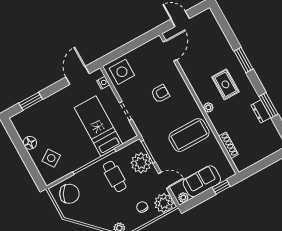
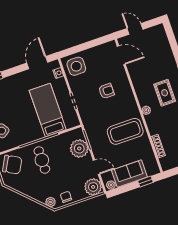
door: (170, 51) -> (121, 55), hinge flipped
cafe table: (115, 176) -> (42, 160), moved
chair: (142, 207) -> (66, 197), moved

